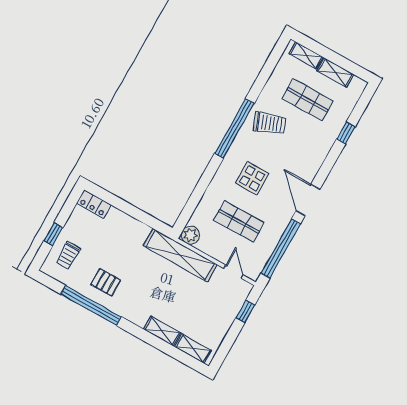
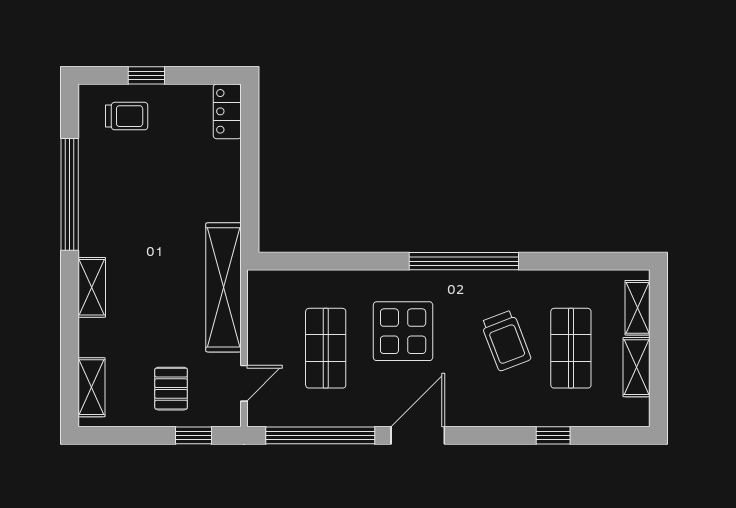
trolley: (270, 123) -> (506, 341), moved
display table: (252, 178) -> (403, 331), width x1.36, depth x1.36
plant: (190, 235) -> (263, 286), removed
trolley: (68, 255) -> (127, 116), turned 180
pallet: (106, 282) -> (171, 389), moved
shelving: (162, 331) -> (92, 287), moved

